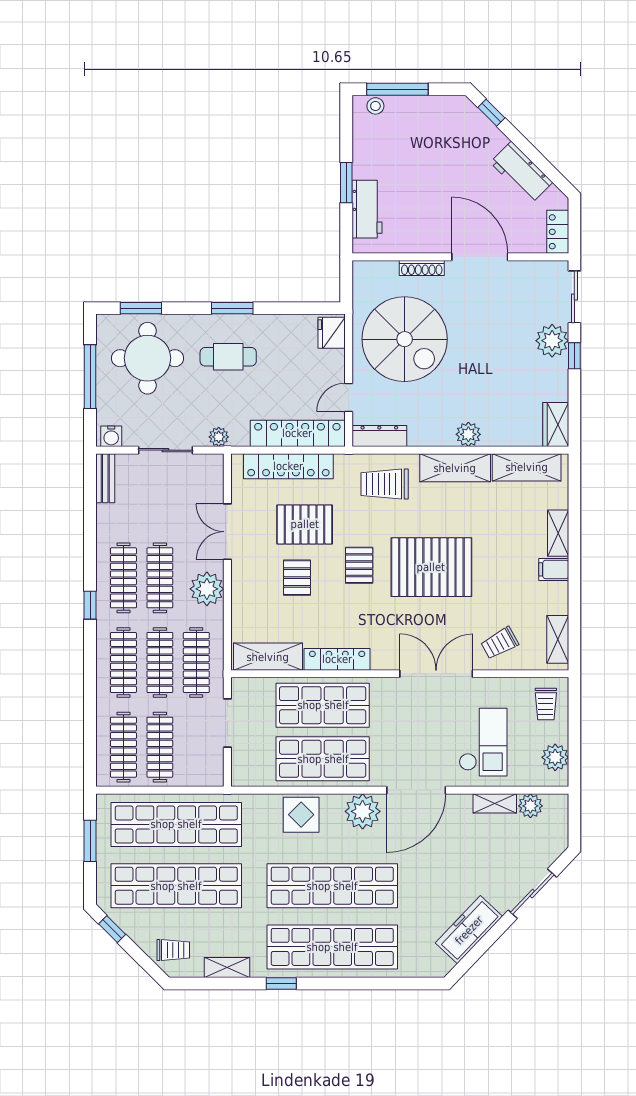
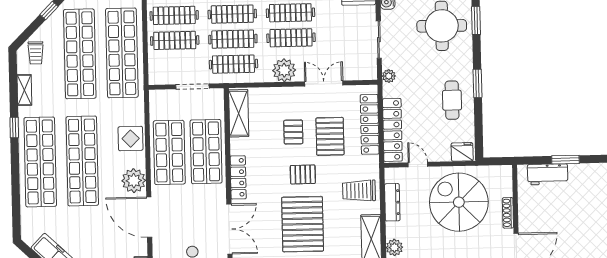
spiral stairs: (405, 339) -> (459, 202), turned 90
cafe table: (228, 357) -> (452, 100), moved
dresser: (379, 436) -> (392, 202), moved
trolley: (385, 484) -> (359, 191), turned -90
pallet: (297, 578) -> (293, 132), turned 90
locker: (337, 659) -> (238, 177), moved

